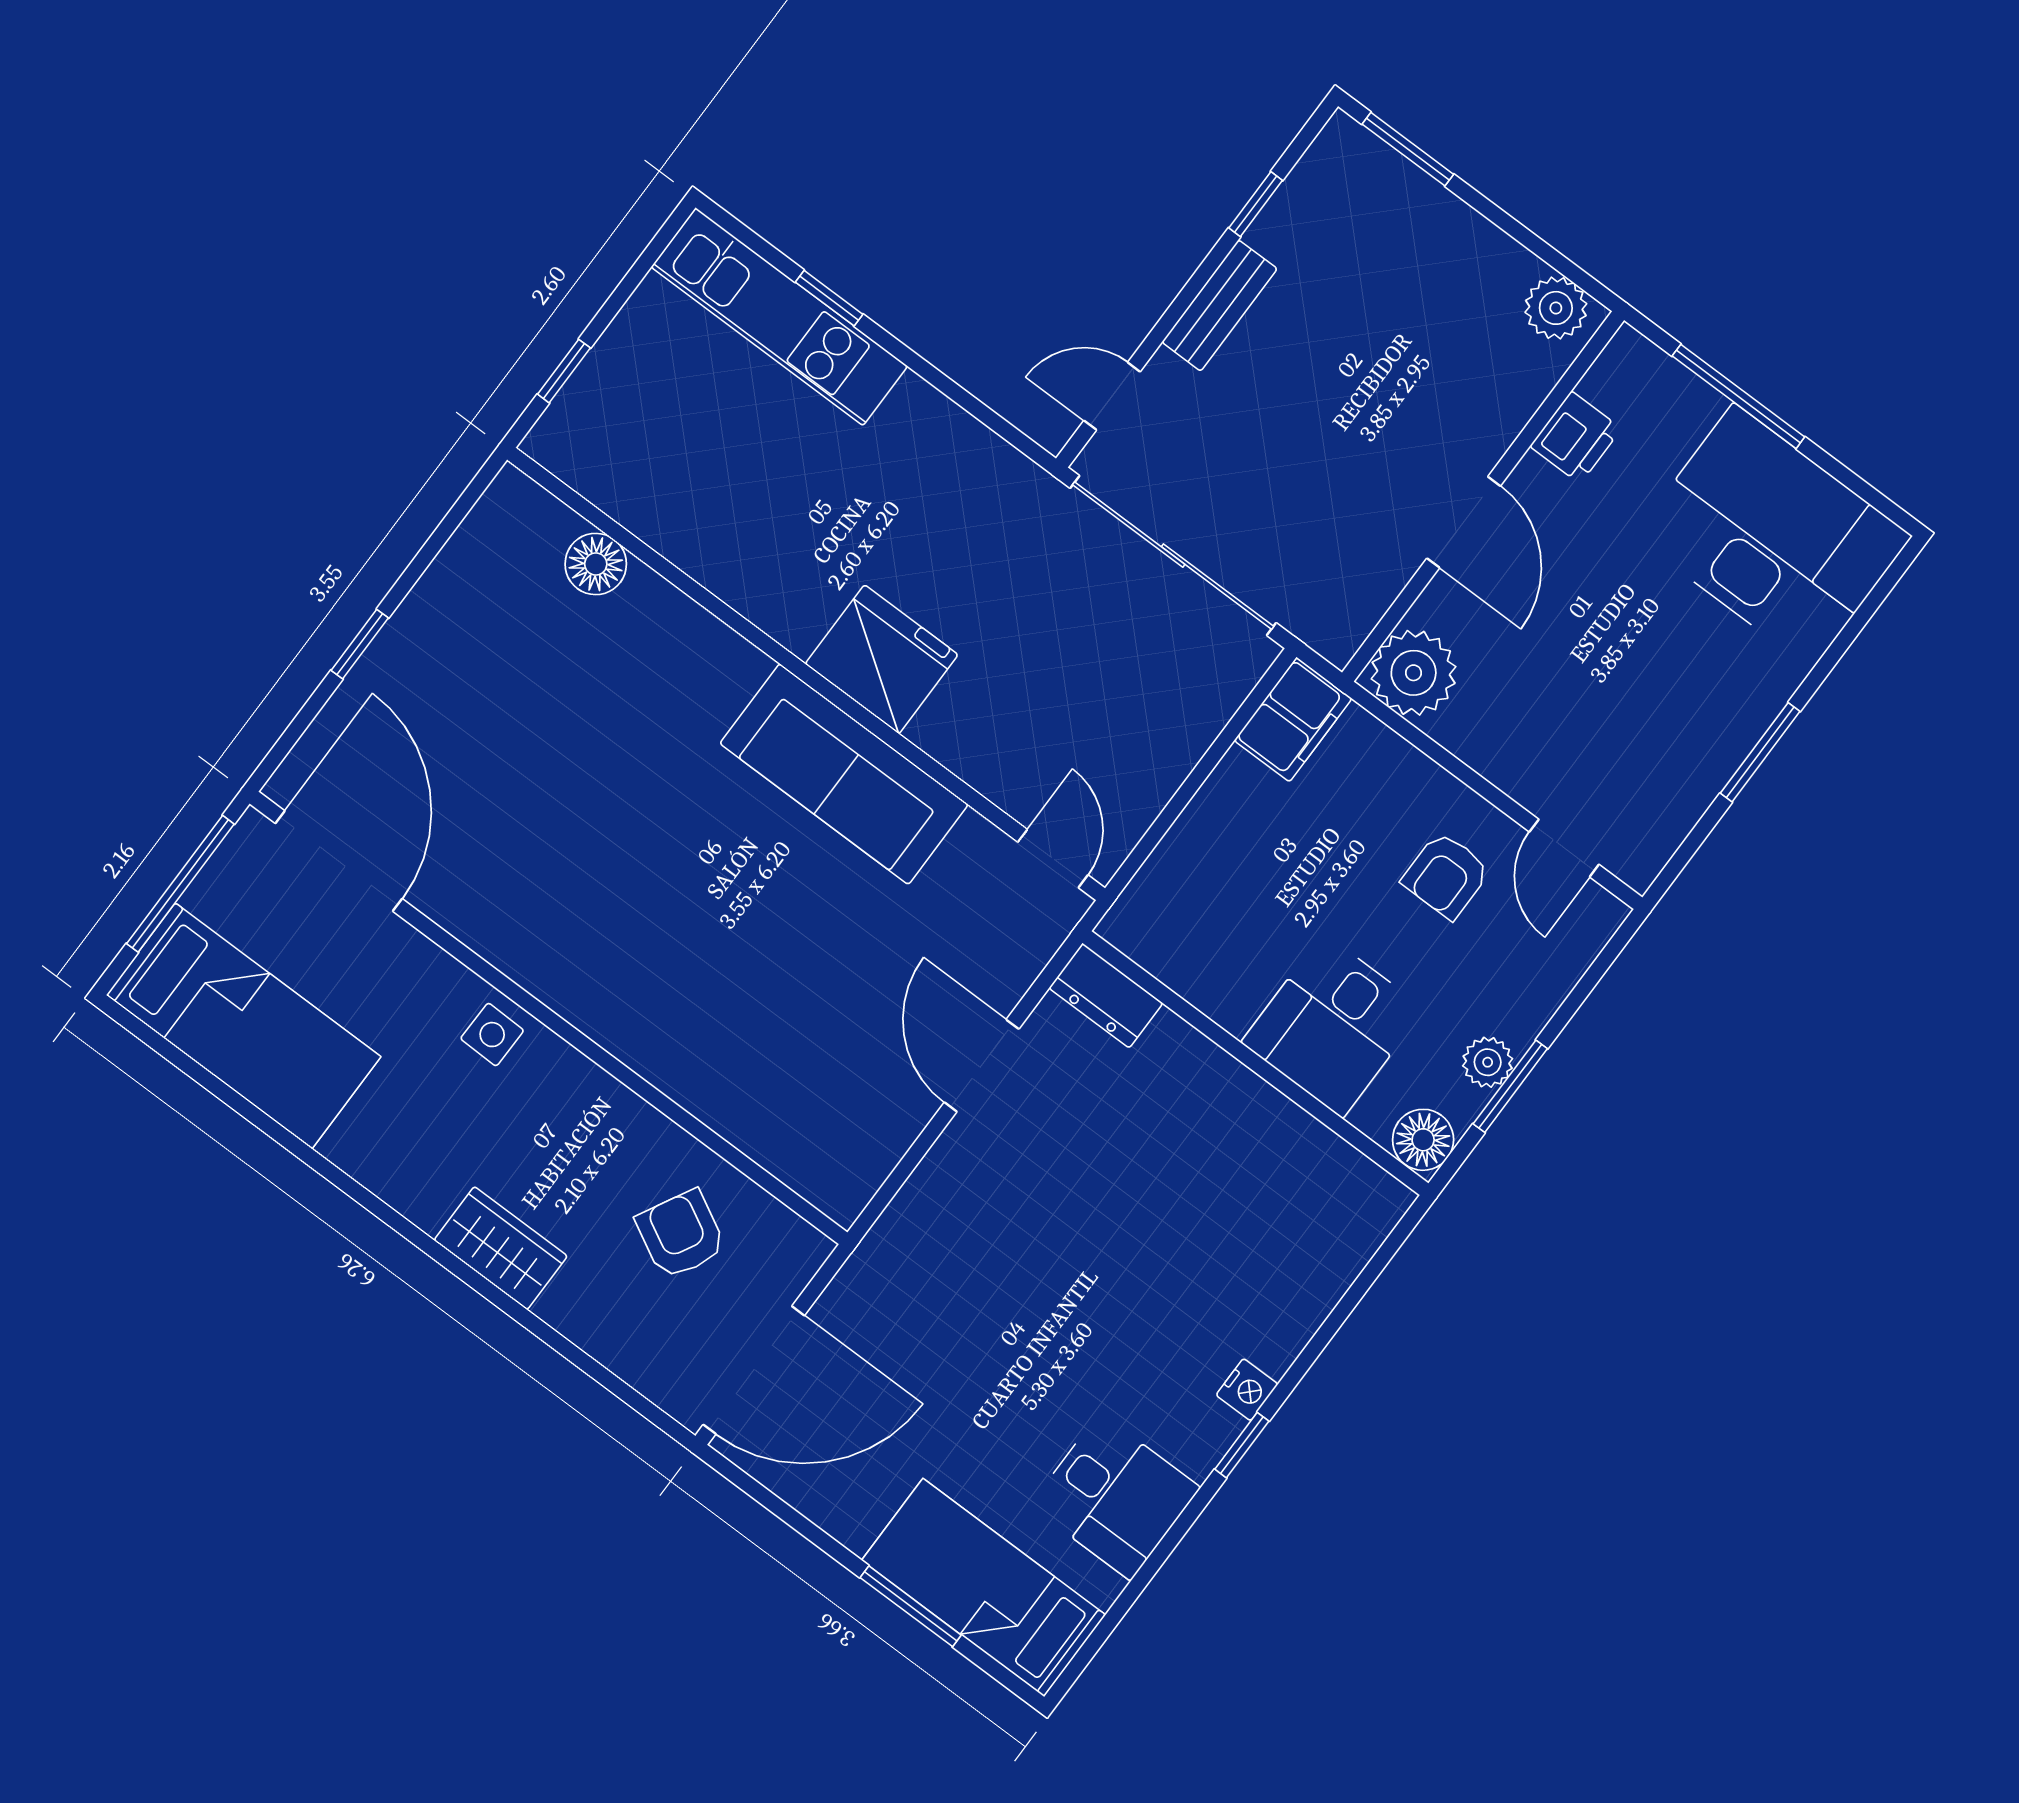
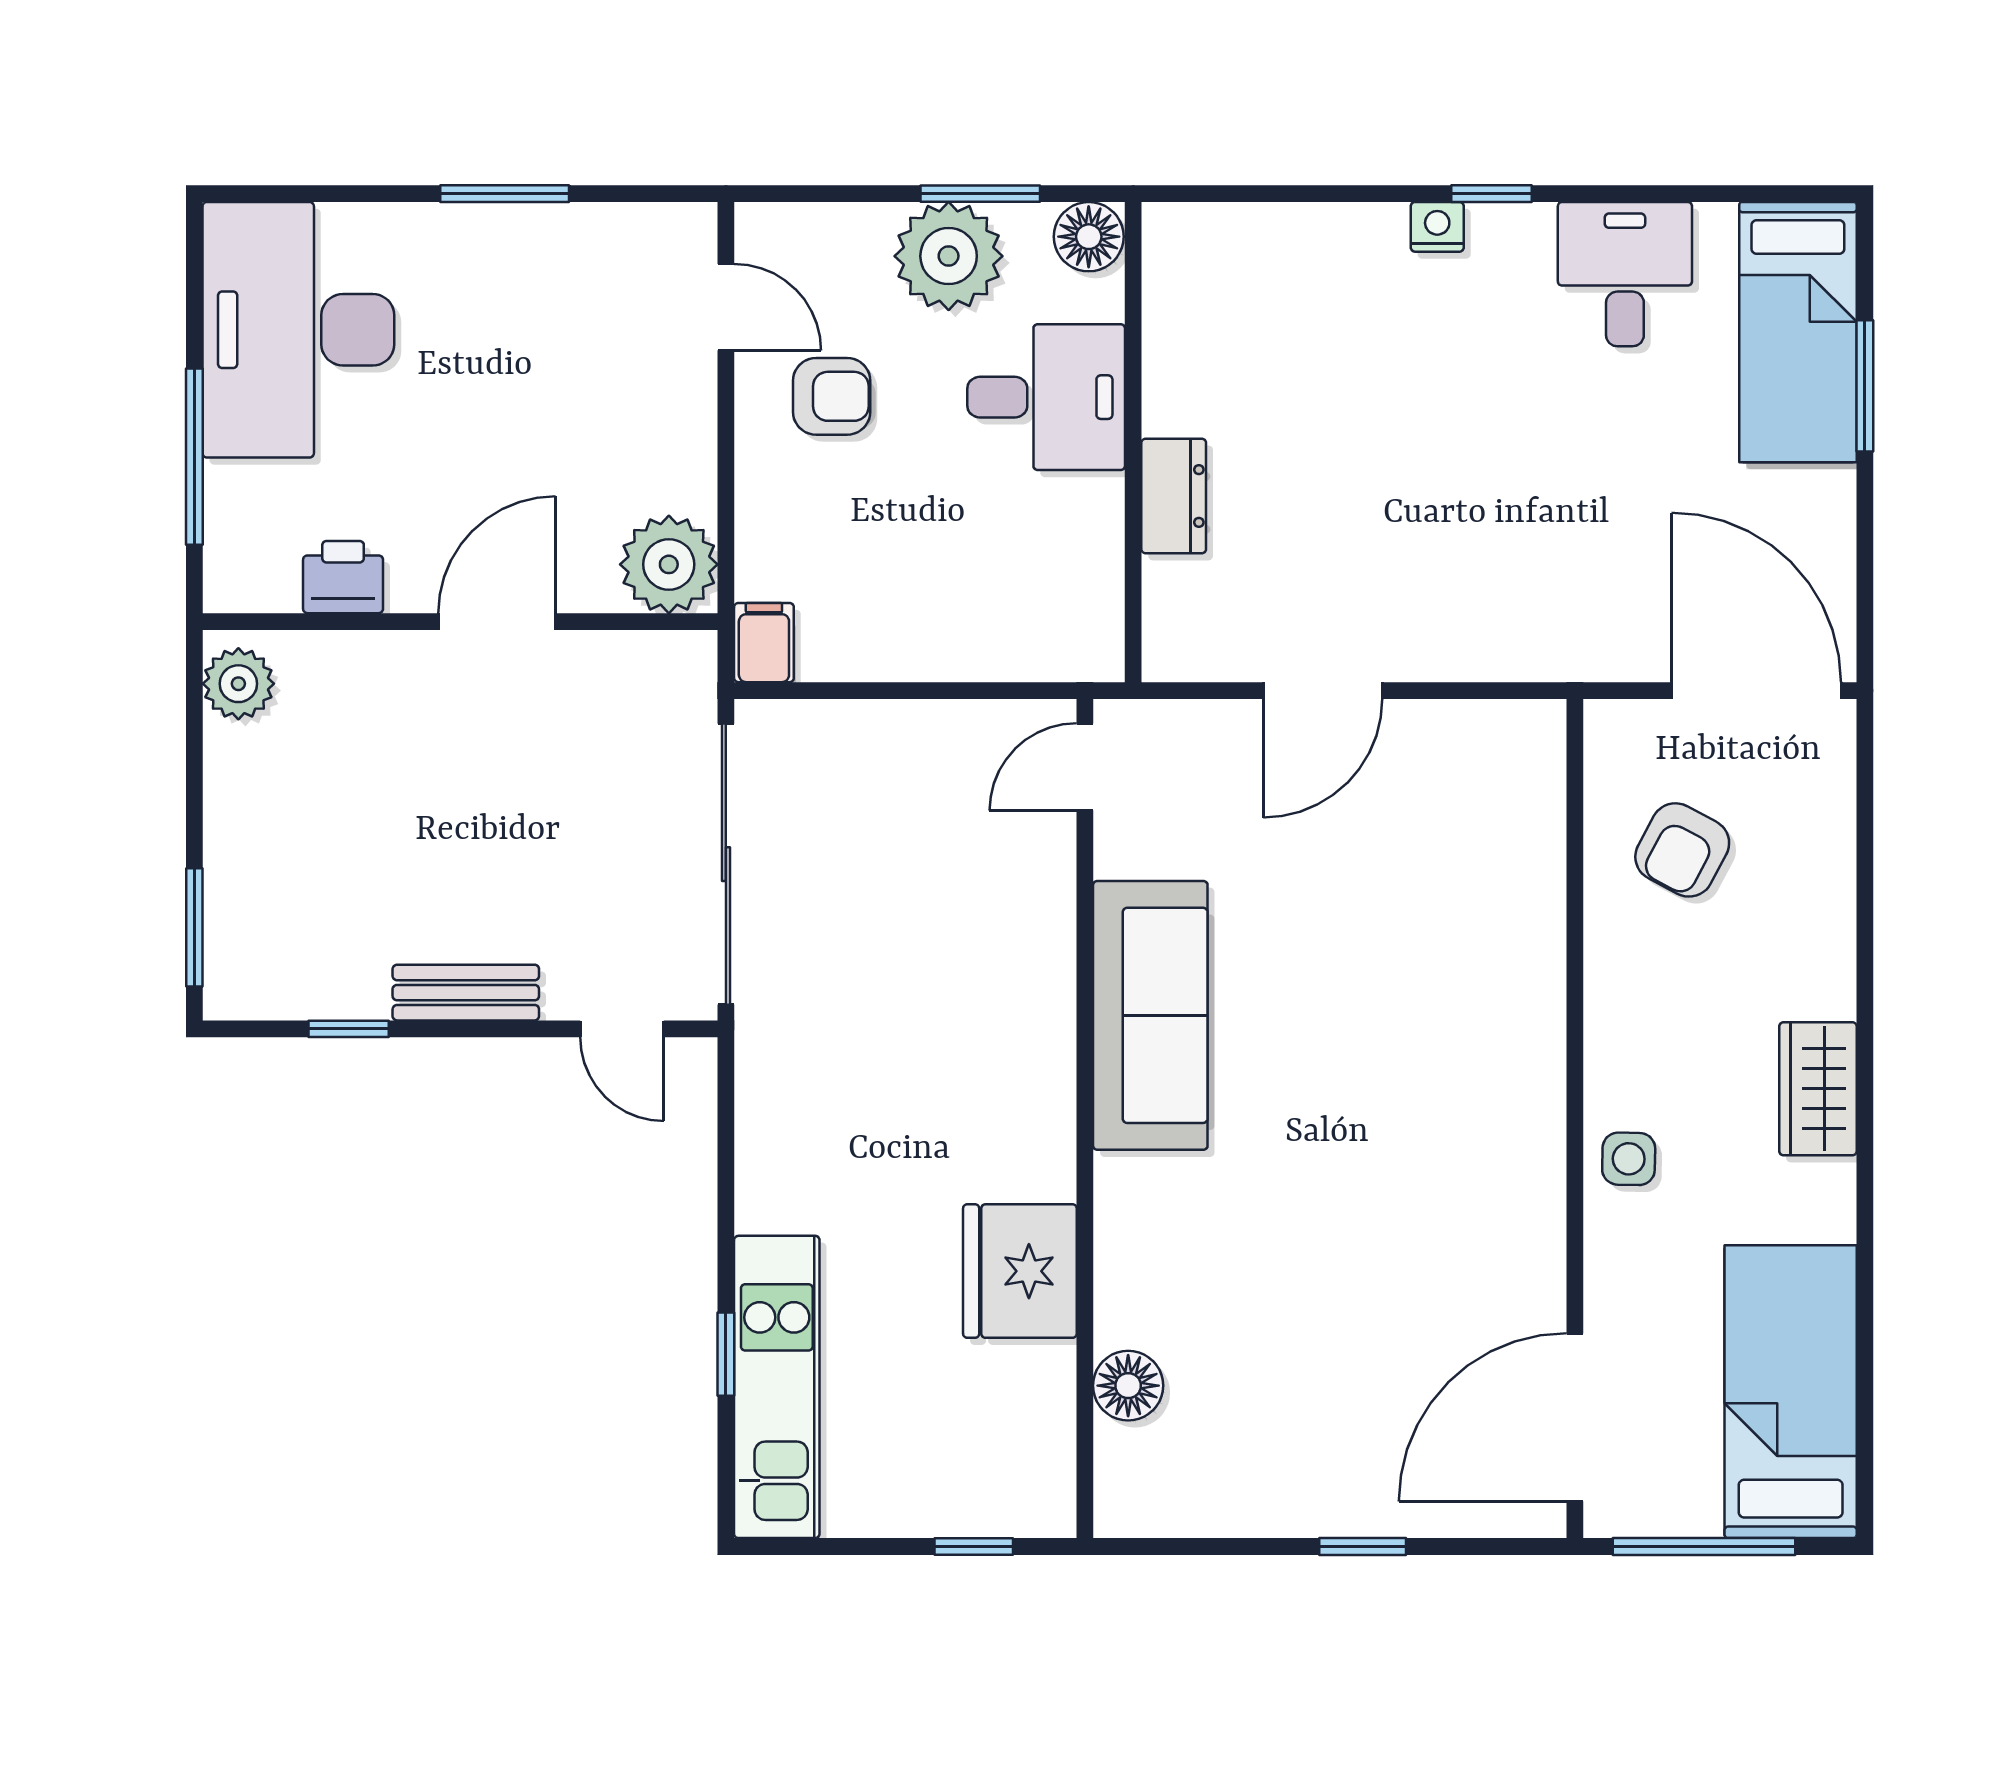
fridge: (882, 659) -> (1020, 1271), moved
filing cabinet: (1293, 719) -> (764, 643), width x0.50
door: (1564, 848) -> (726, 307), hinge flipped
dresser: (1106, 996) -> (1174, 496), moved
plant: (1488, 1062) -> (949, 256), width x1.88, depth x1.88
wardrobe: (501, 1248) -> (1818, 1089), moved

